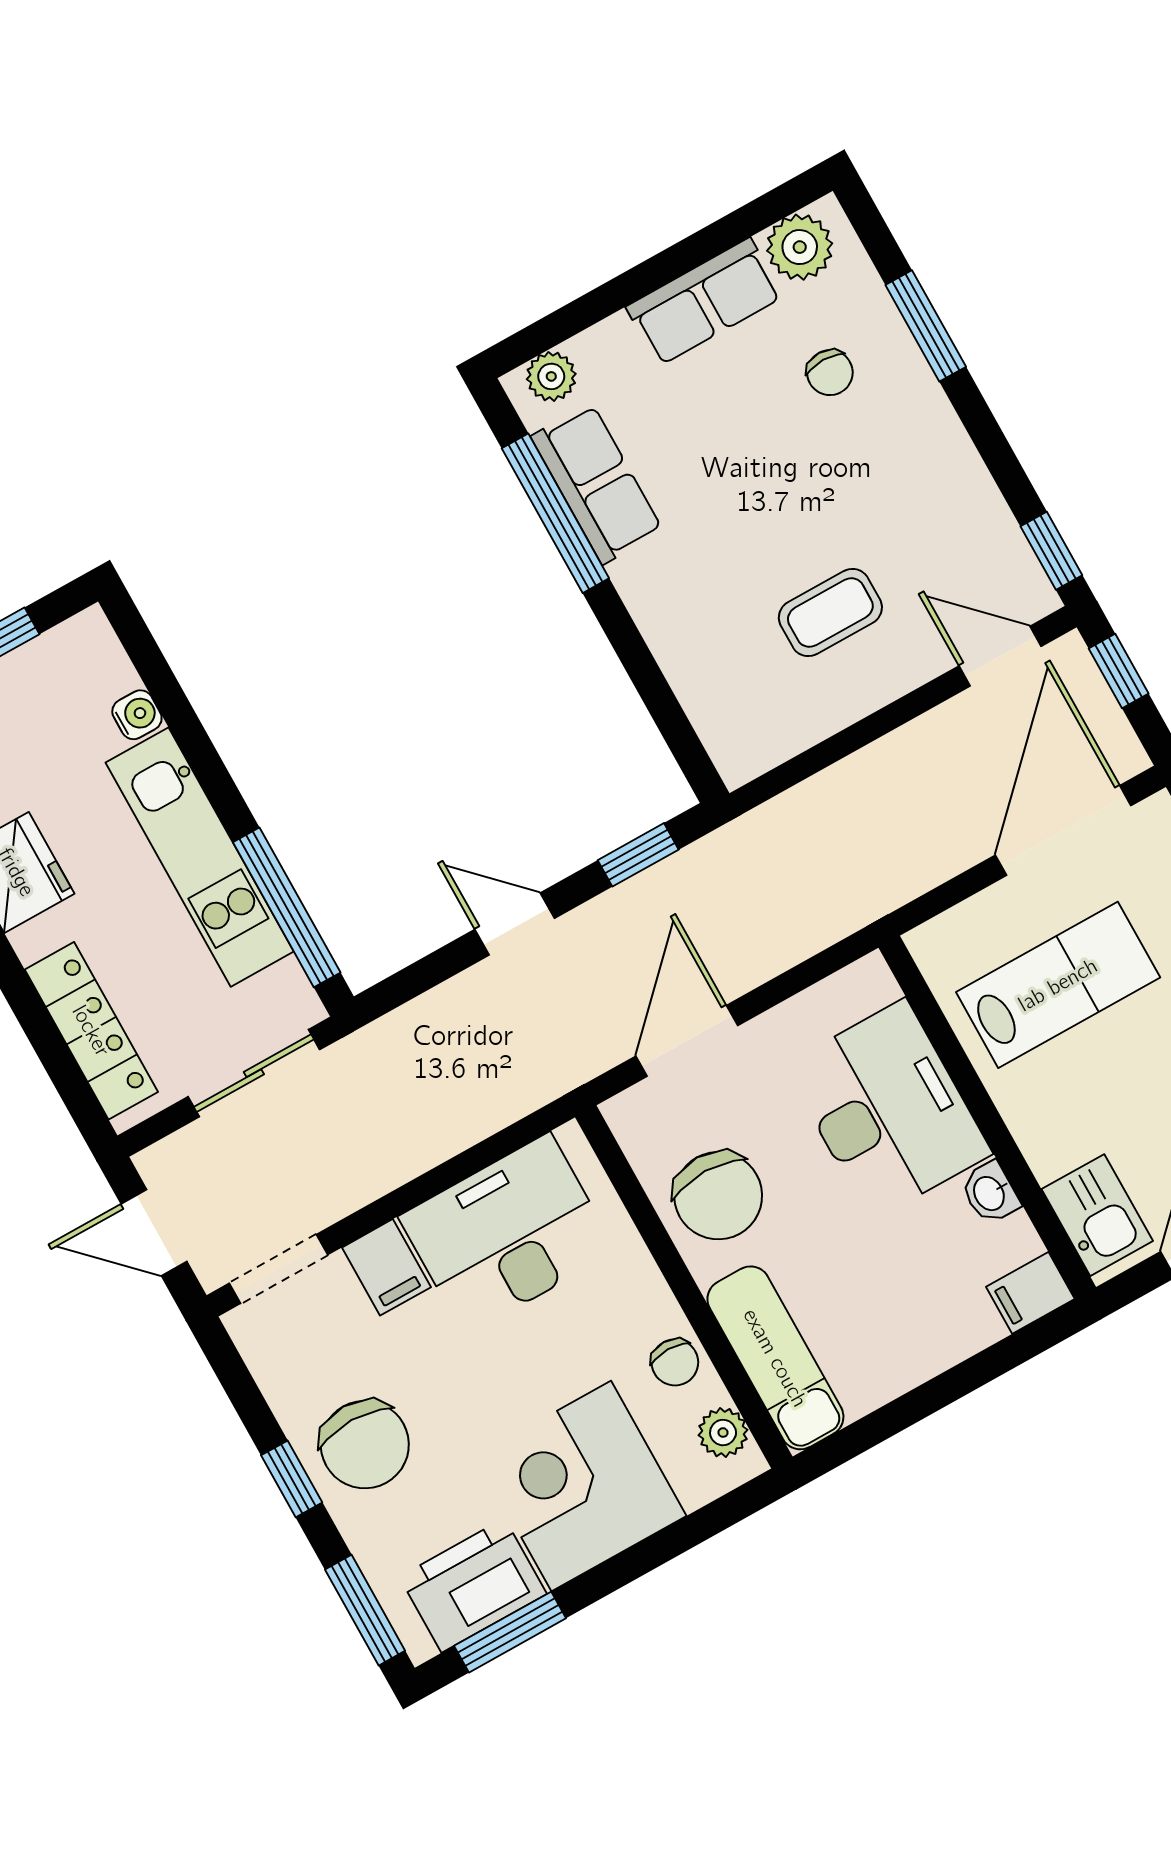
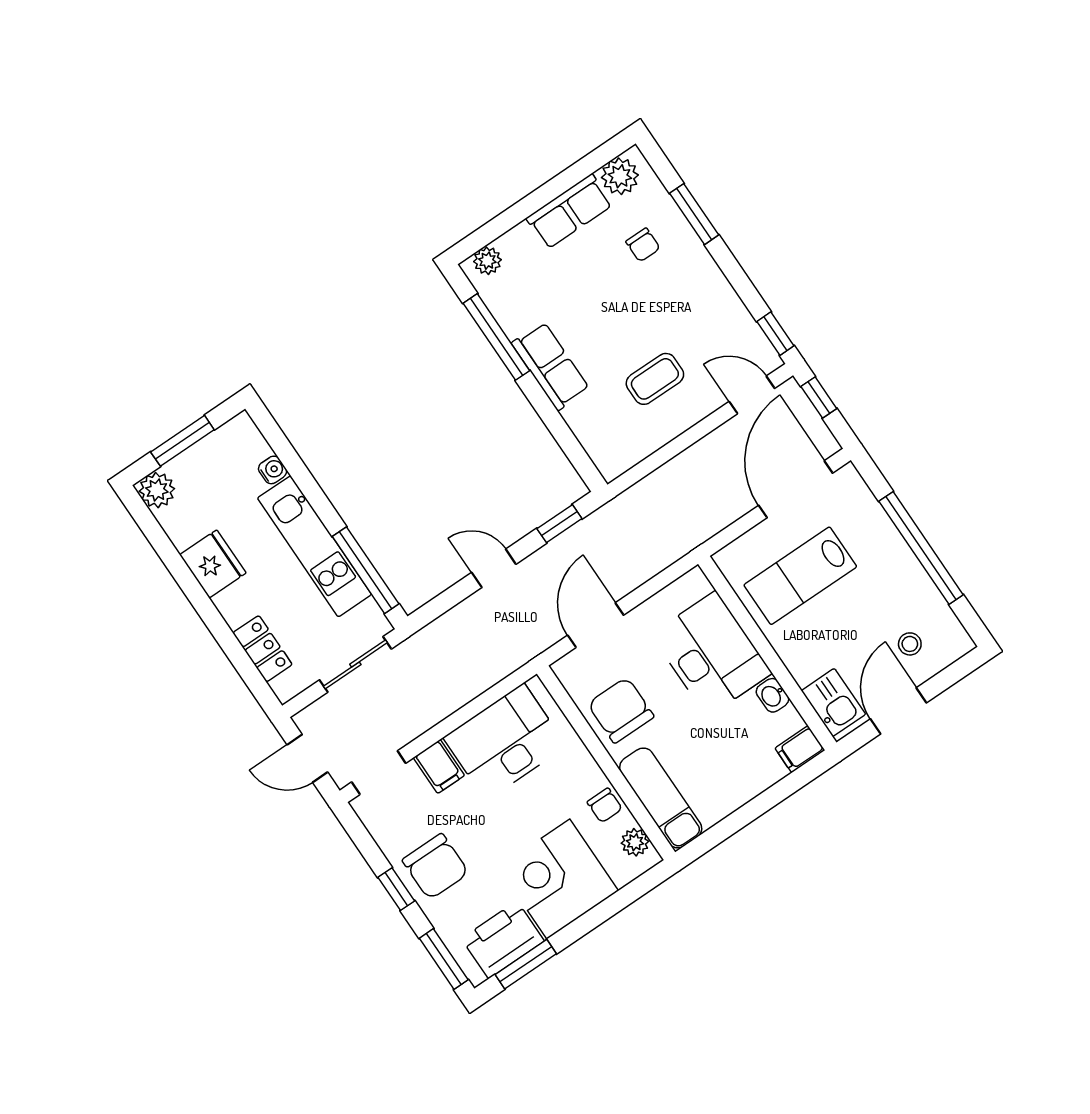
row of seats: (597, 484) -> (551, 366), moved
lab bench: (1058, 985) -> (800, 576), turned 180
locker: (91, 1031) -> (262, 649), width x0.66
chair: (718, 1196) -> (621, 710), turned 180

